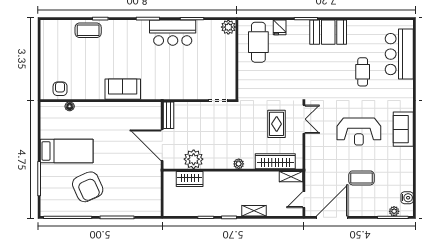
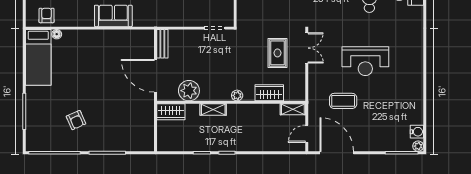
sofa: (403, 129) -> (413, 58), removed
bed: (67, 151) -> (38, 57), moved, turned 90
wardrobe: (275, 161) -> (269, 93), width x0.67
coffee table: (361, 178) -> (343, 101), moved
wardrobe: (190, 179) -> (171, 112), moved
armchair: (88, 187) -> (76, 120), width x0.53, depth x0.53
shelving: (254, 211) -> (213, 109), moved
plant: (394, 211) -> (418, 146), moved
door: (332, 217) -> (337, 153), hinge flipped

